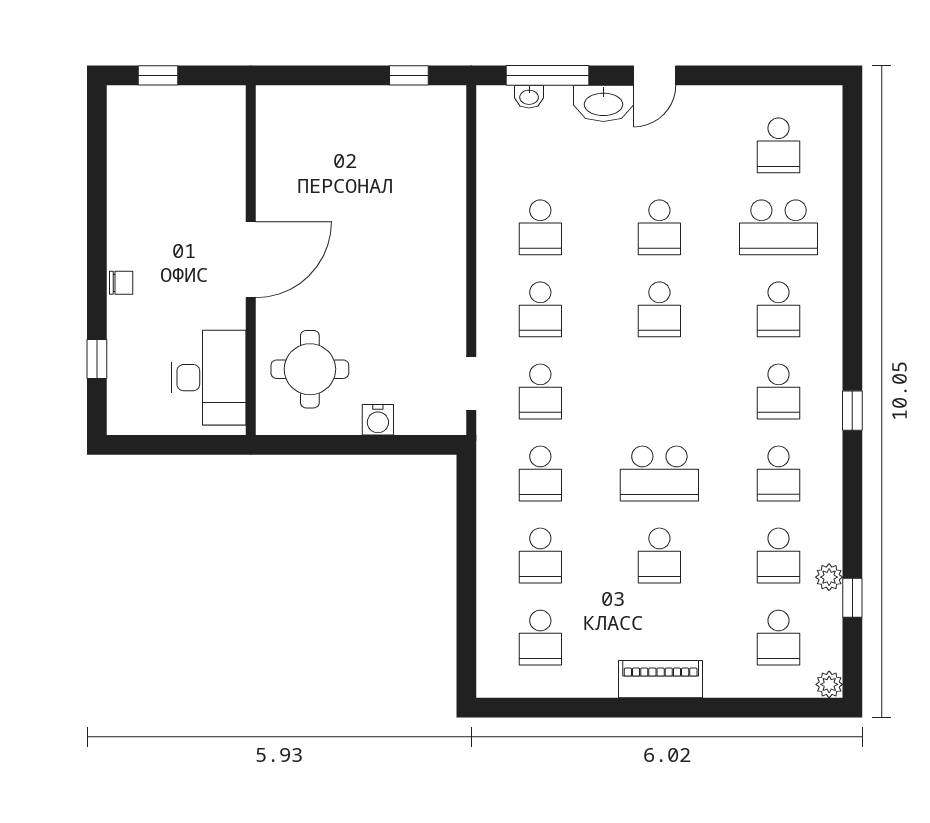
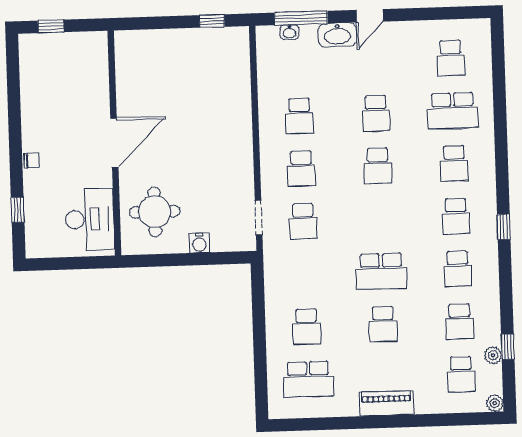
school desk: (540, 474) -> (305, 274), removed
plant: (829, 577) -> (493, 355), moved
school desk: (540, 638) -> (308, 379), width x1.85

